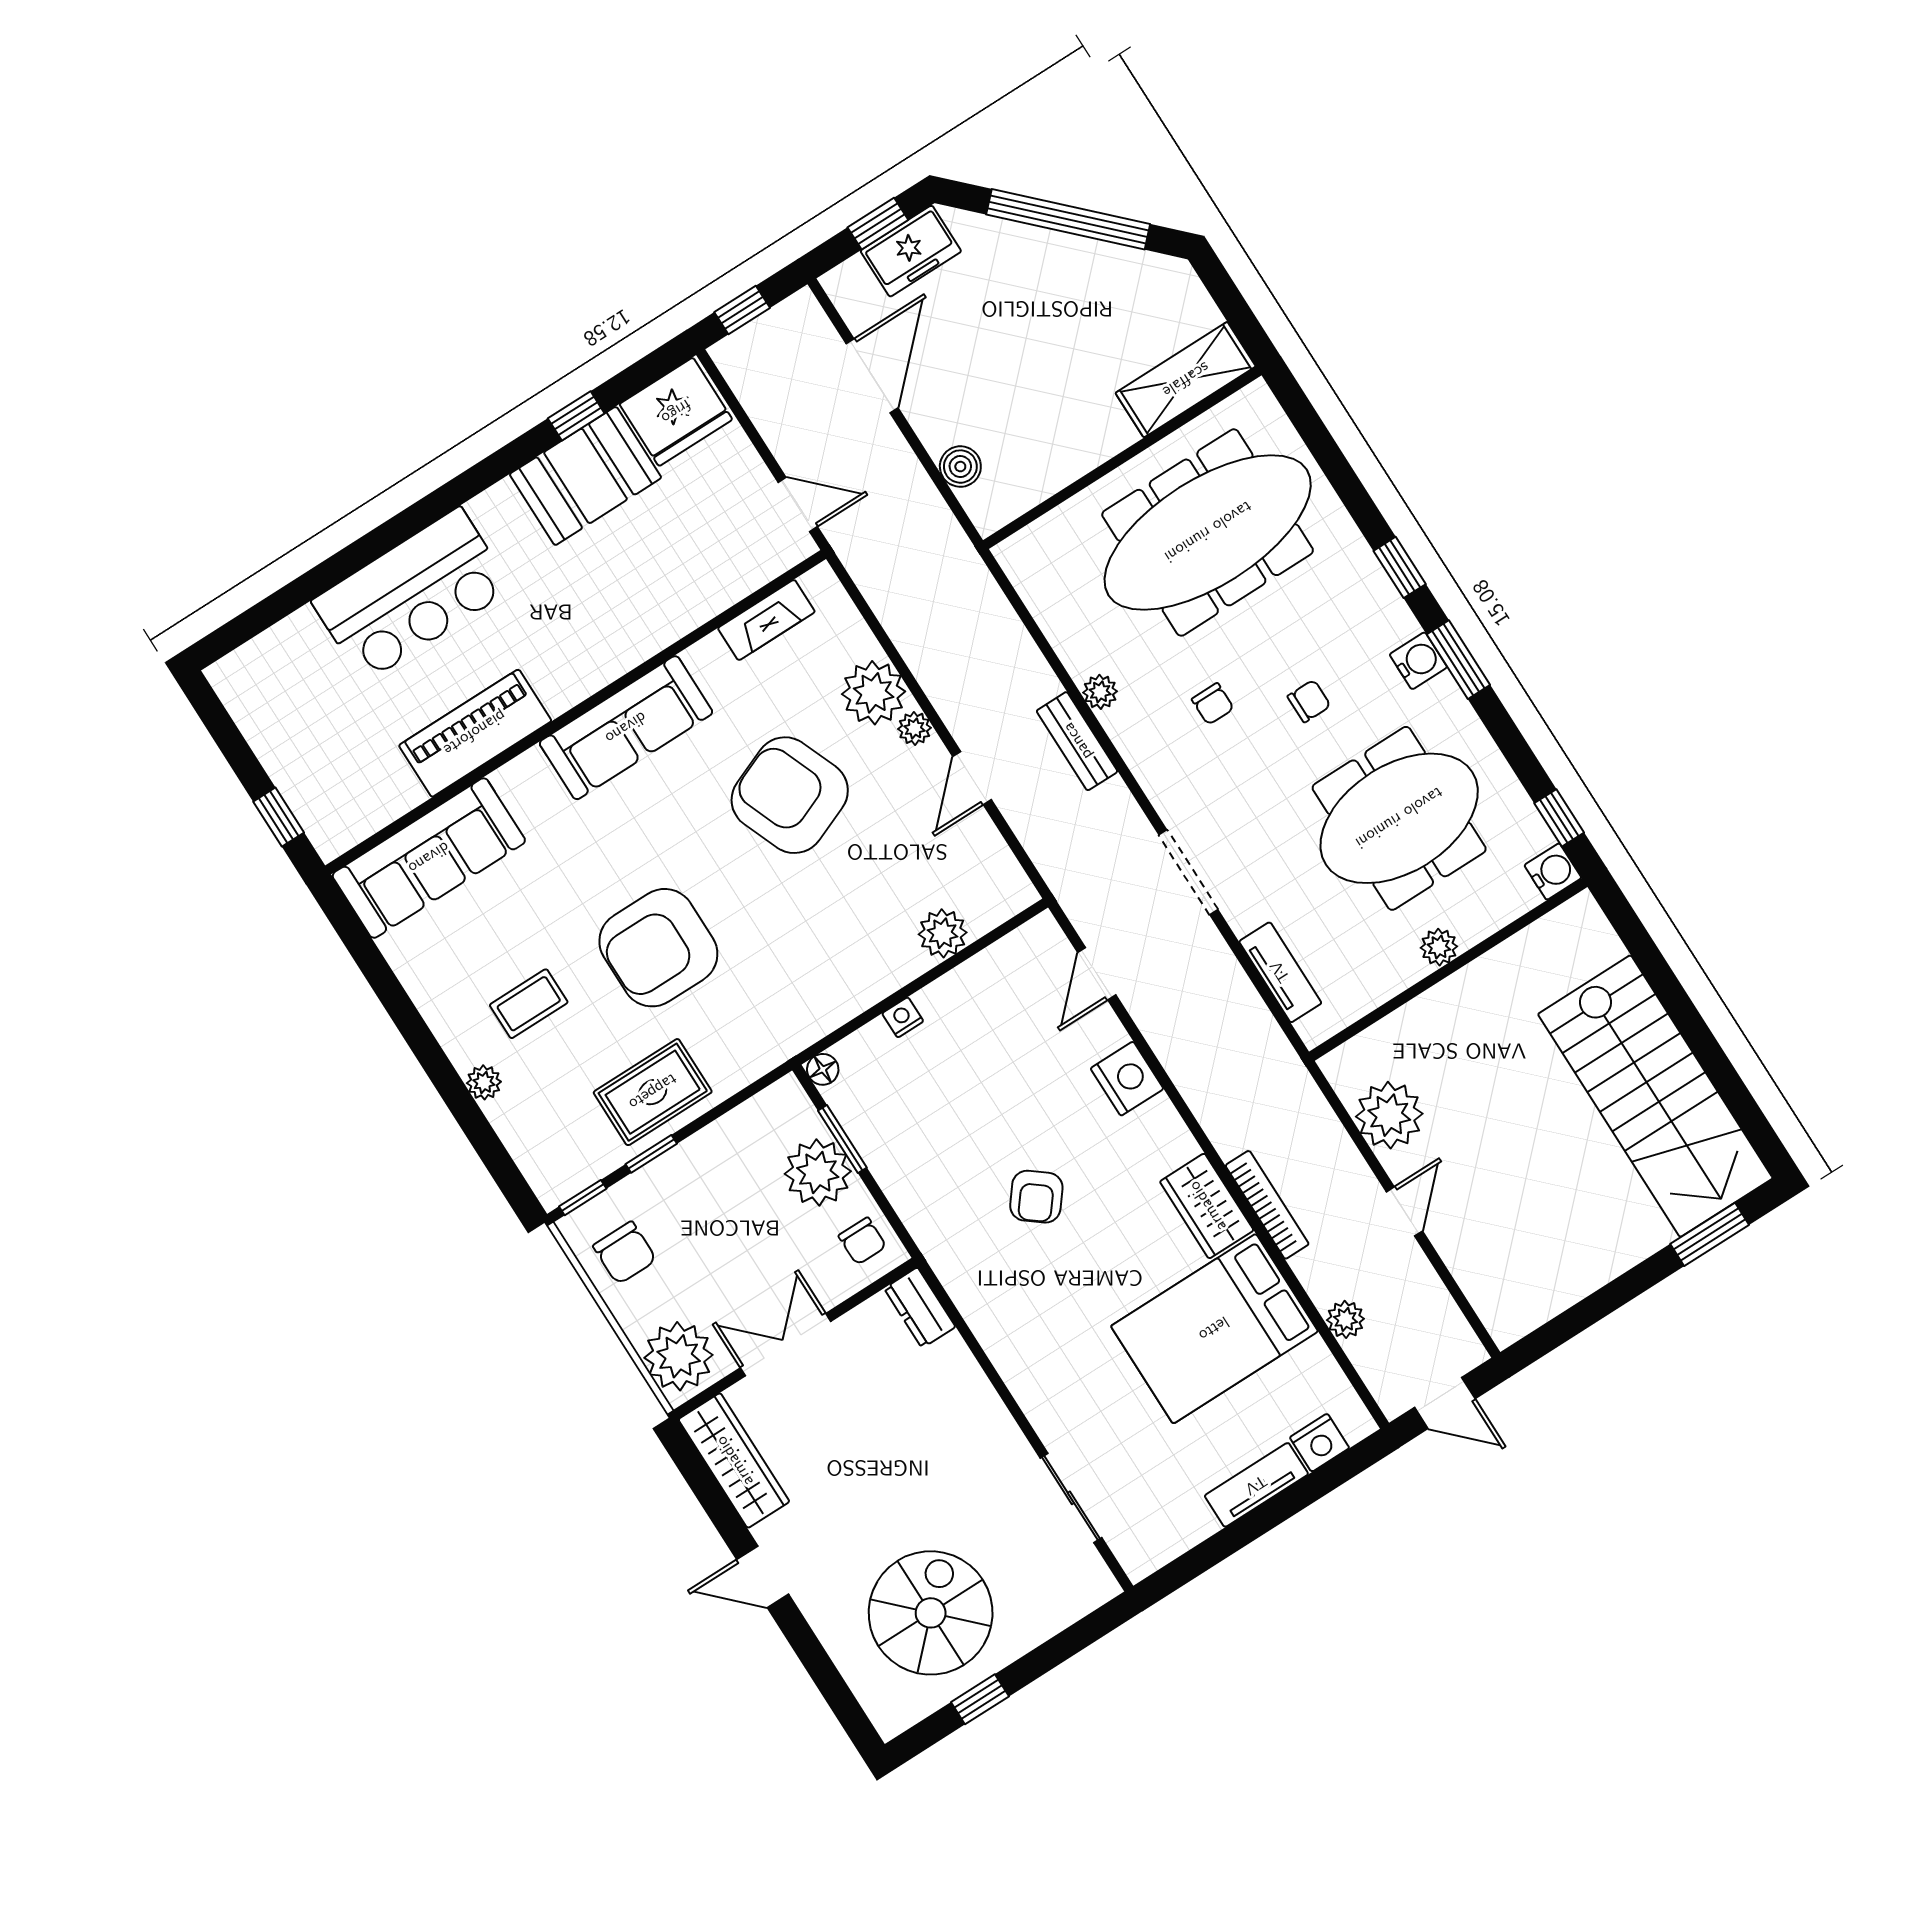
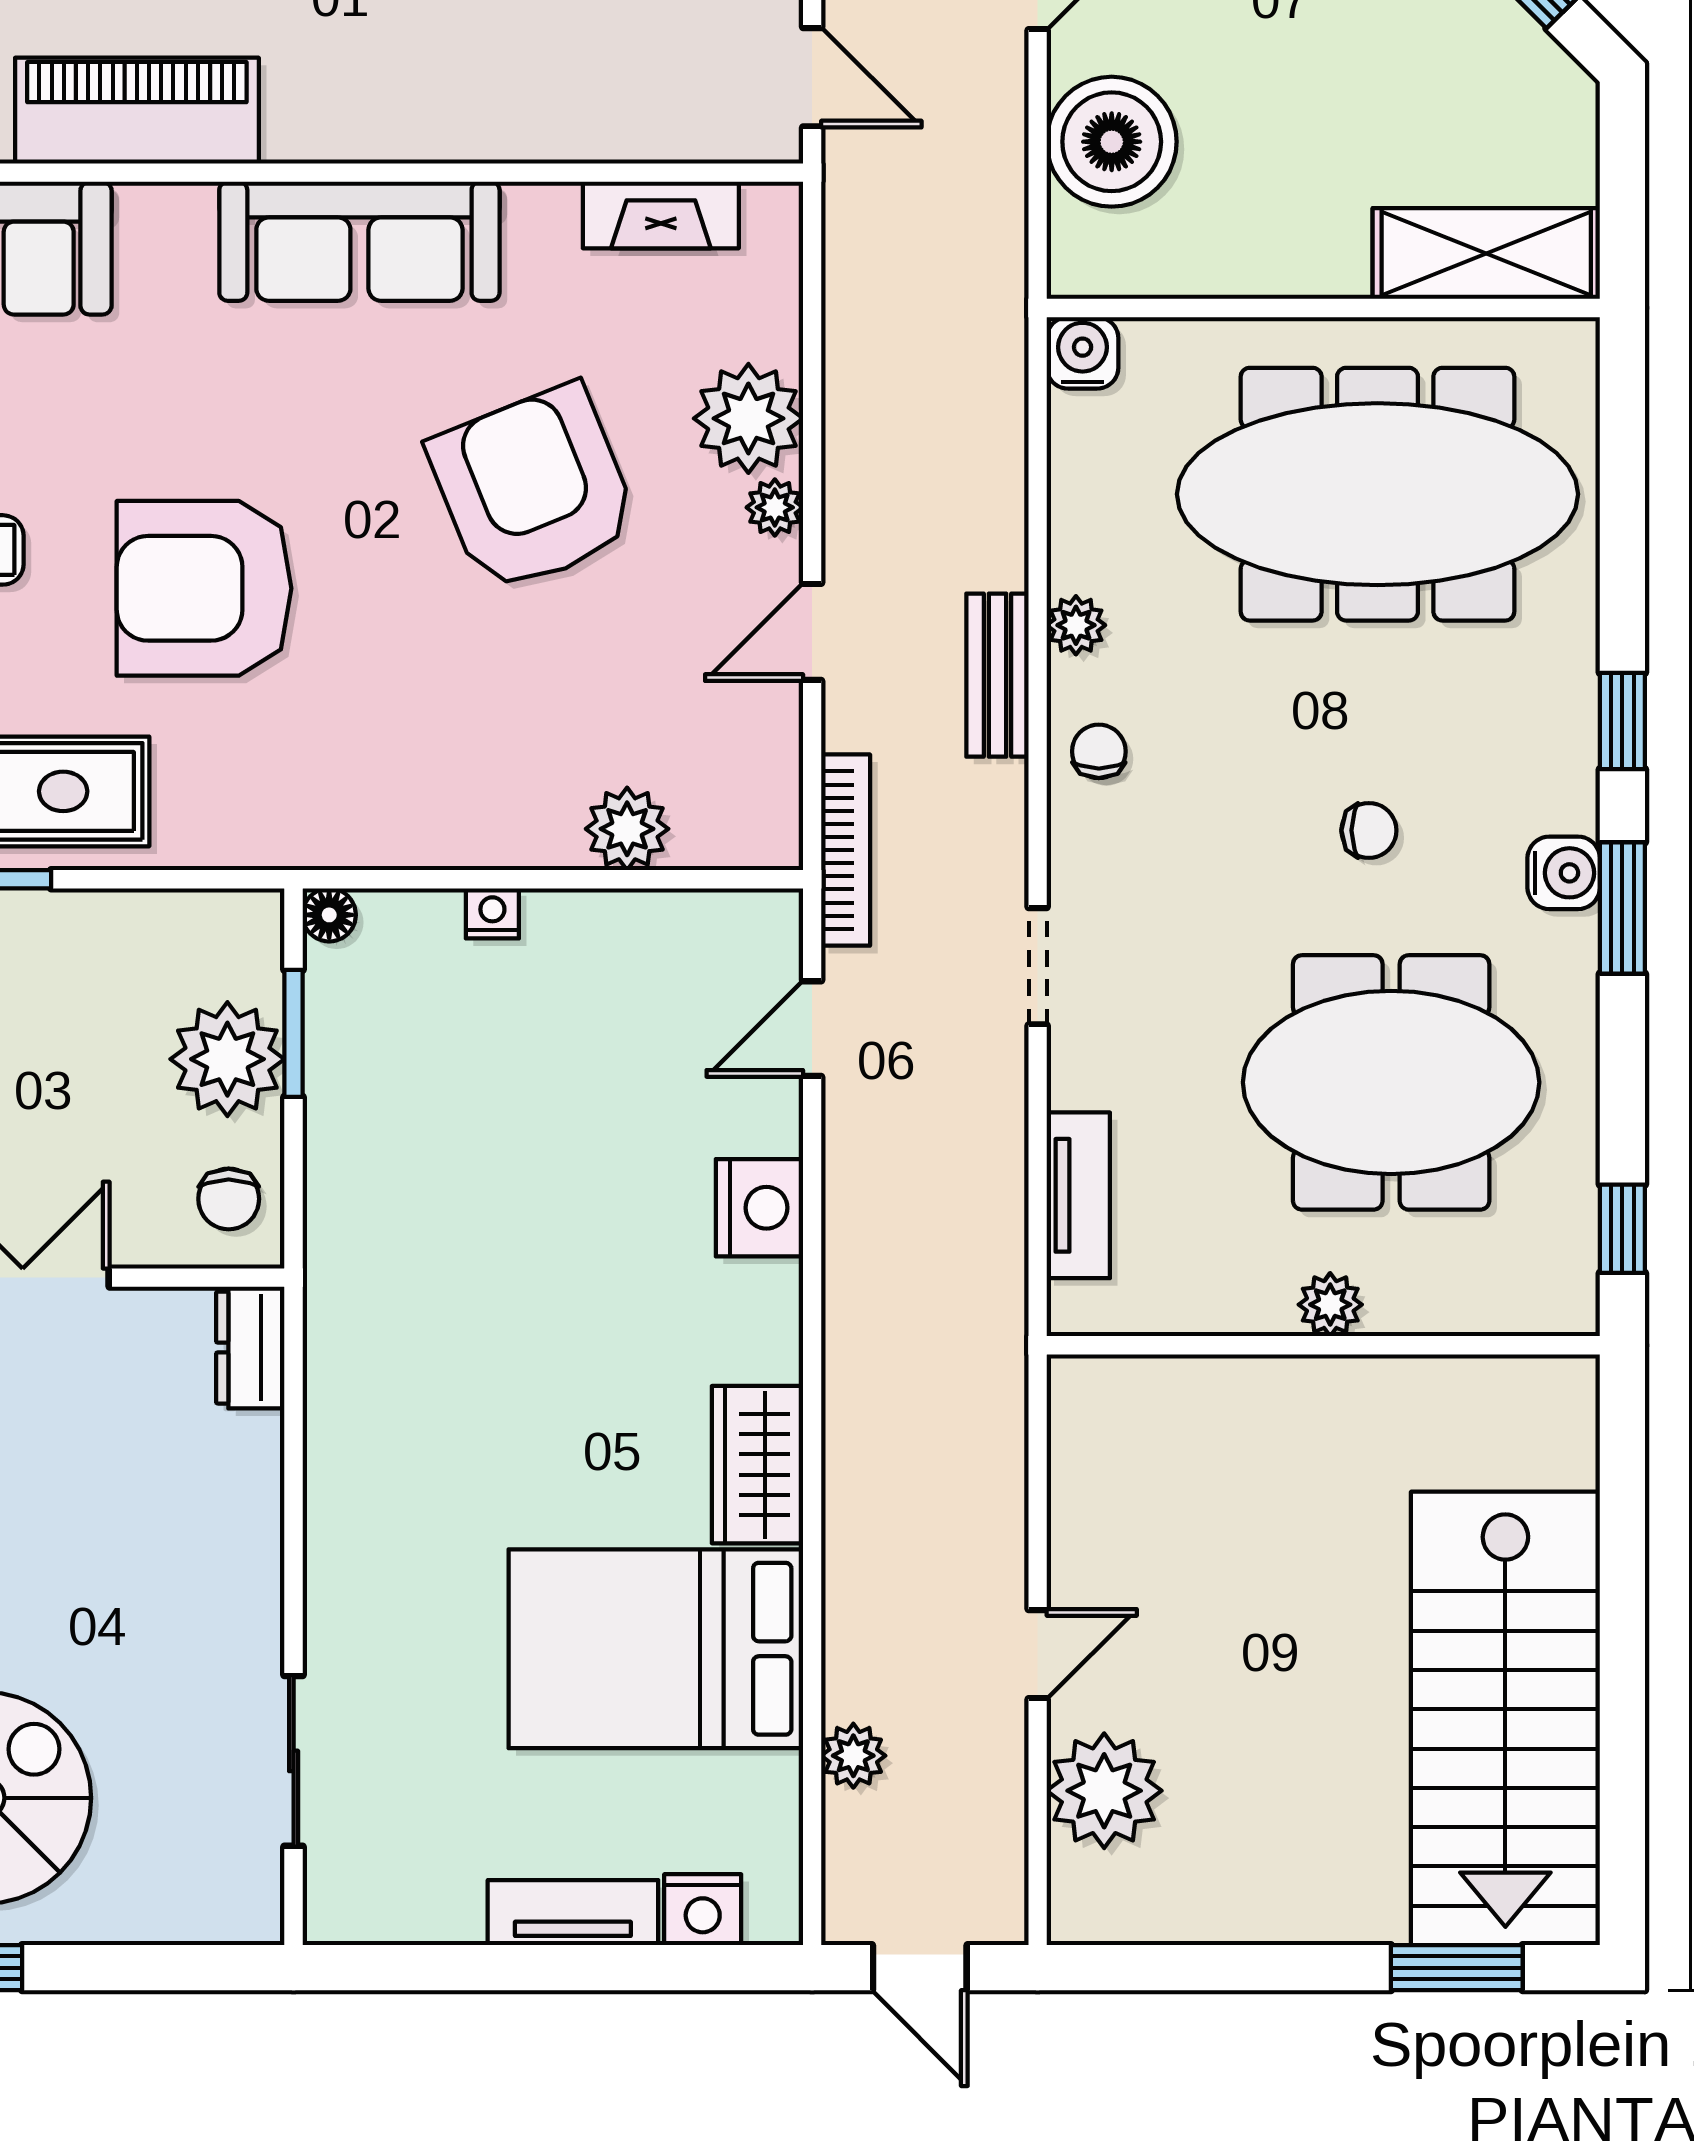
boiler: (960, 467) -> (1112, 142), width x1.86, depth x1.86
chair: (1213, 704) -> (1099, 751), moved, turned 180
doorway: (1188, 872) -> (1038, 966), width x0.73
water cooler: (1553, 872) -> (1083, 353), moved, turned -90
plant: (1389, 1115) -> (1104, 1791), moved
armchair: (1036, 1197) -> (520, 1295), removed
bookcase: (1267, 1205) -> (846, 850), moved

